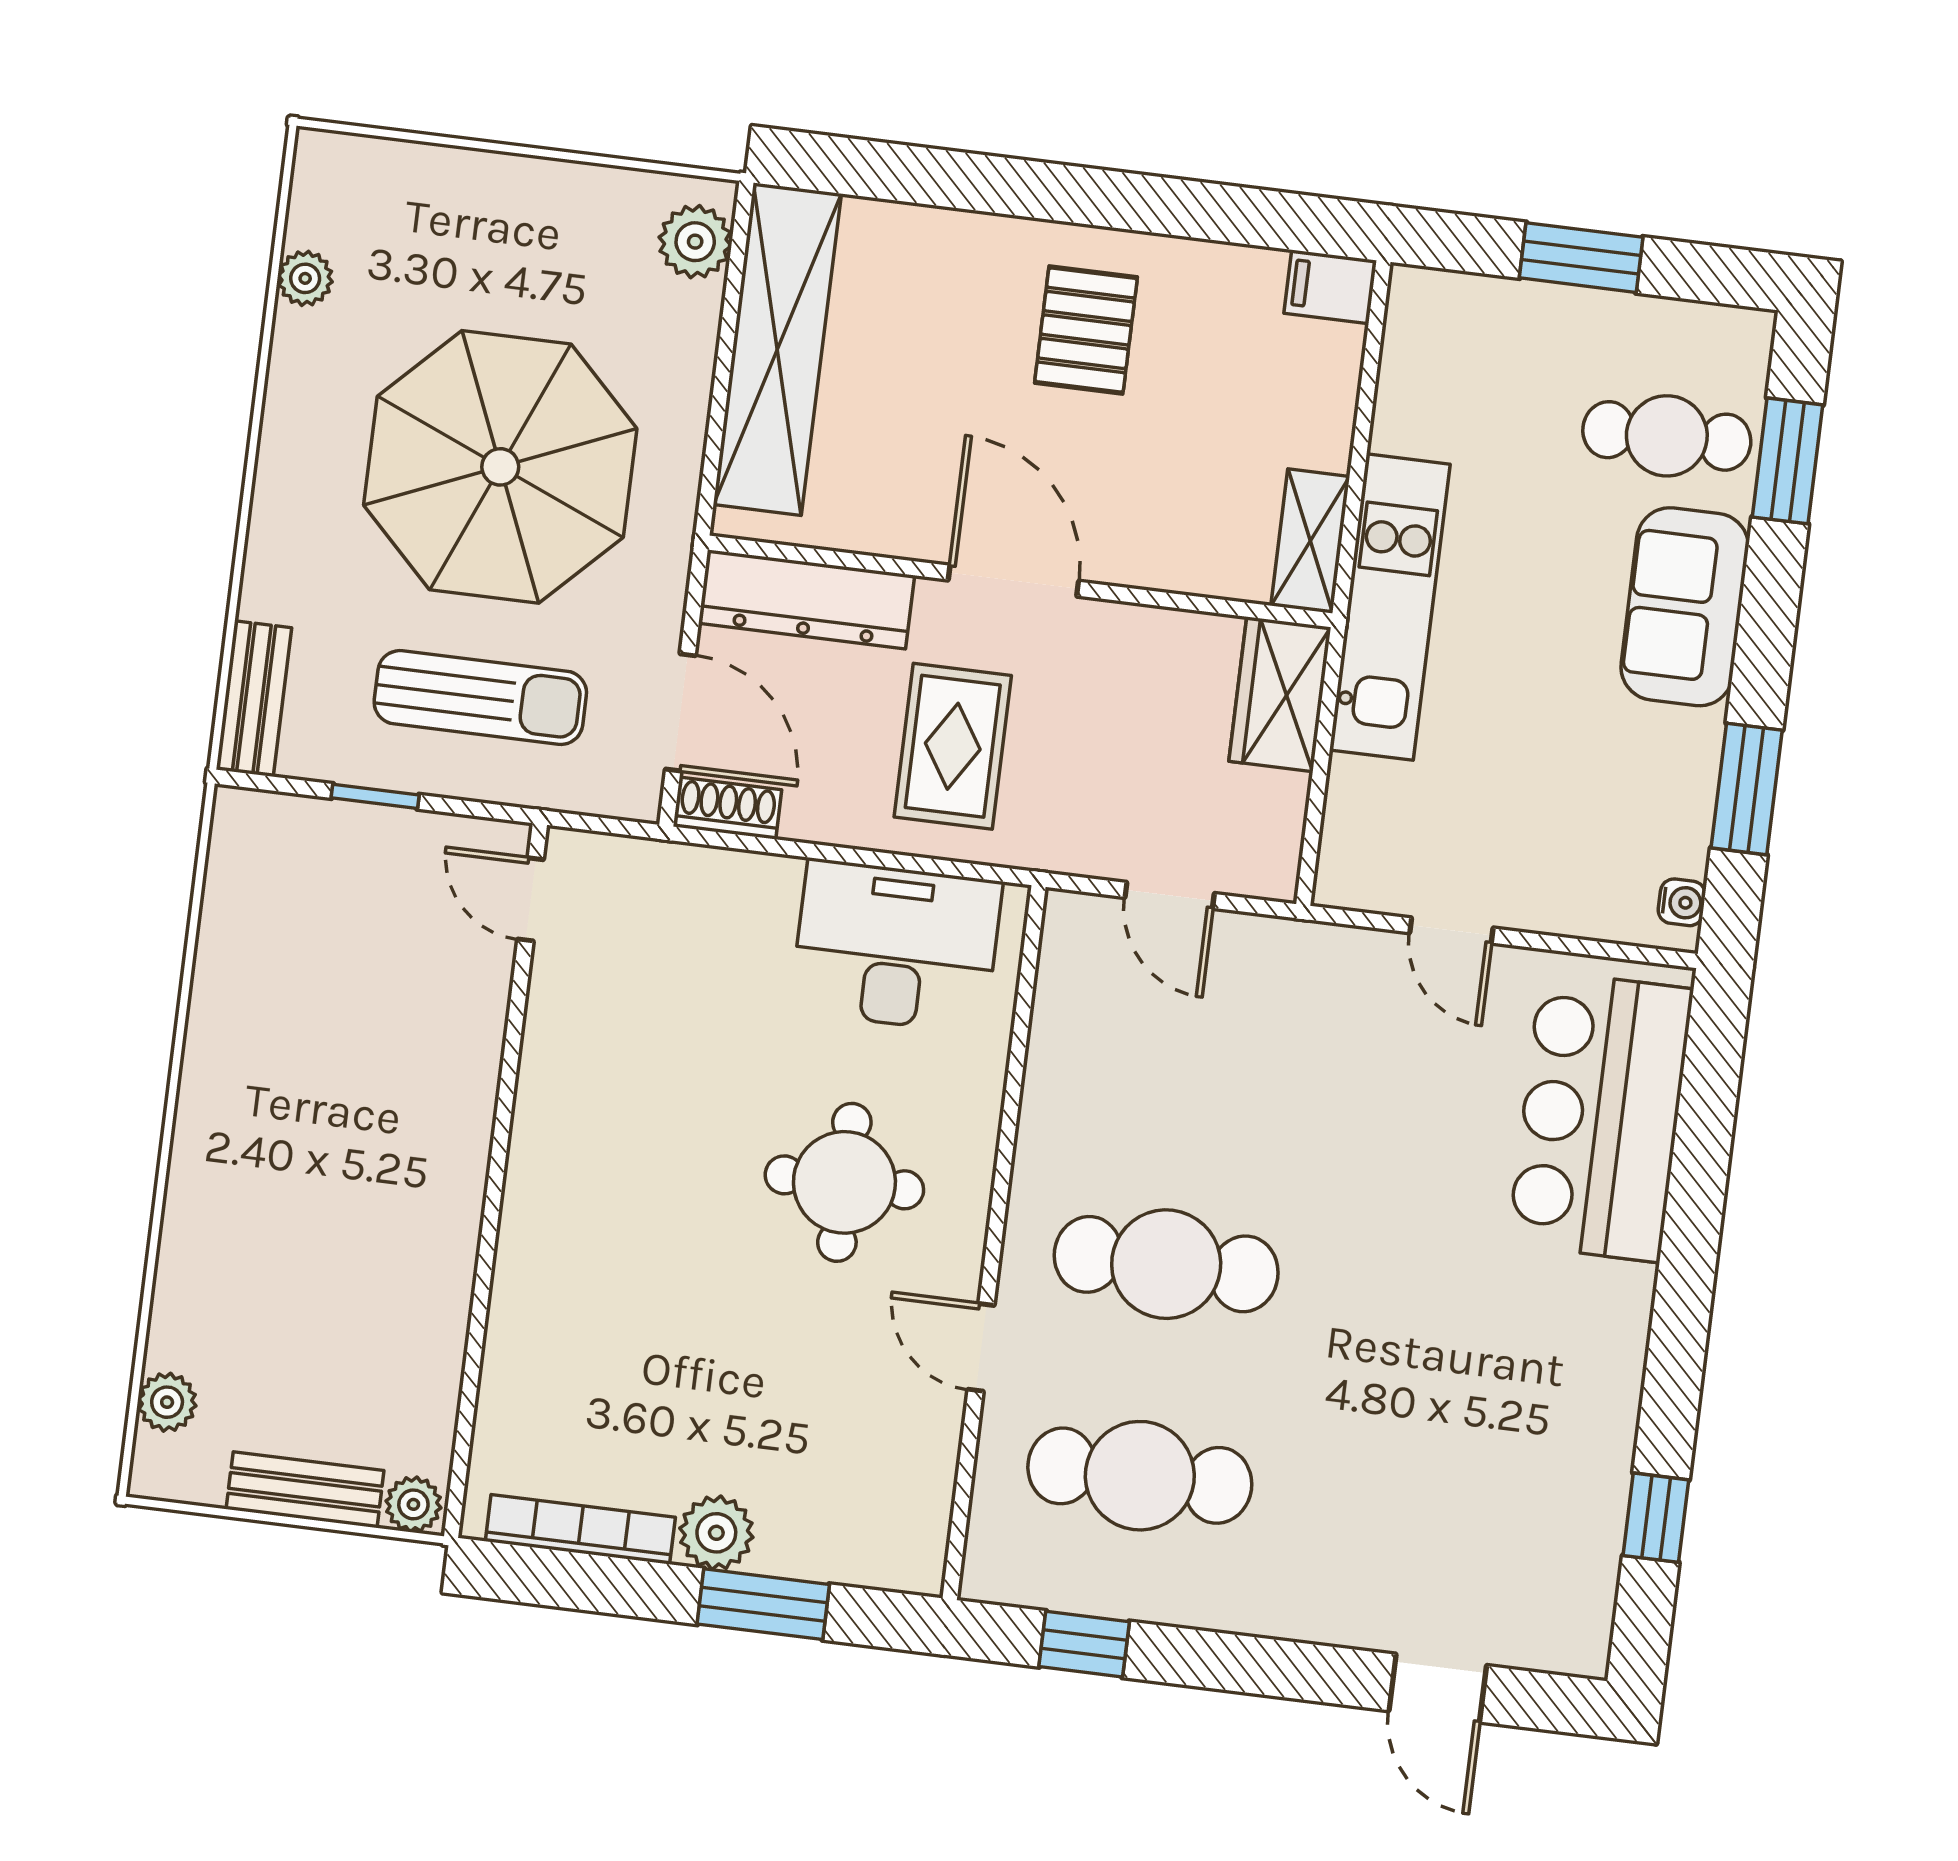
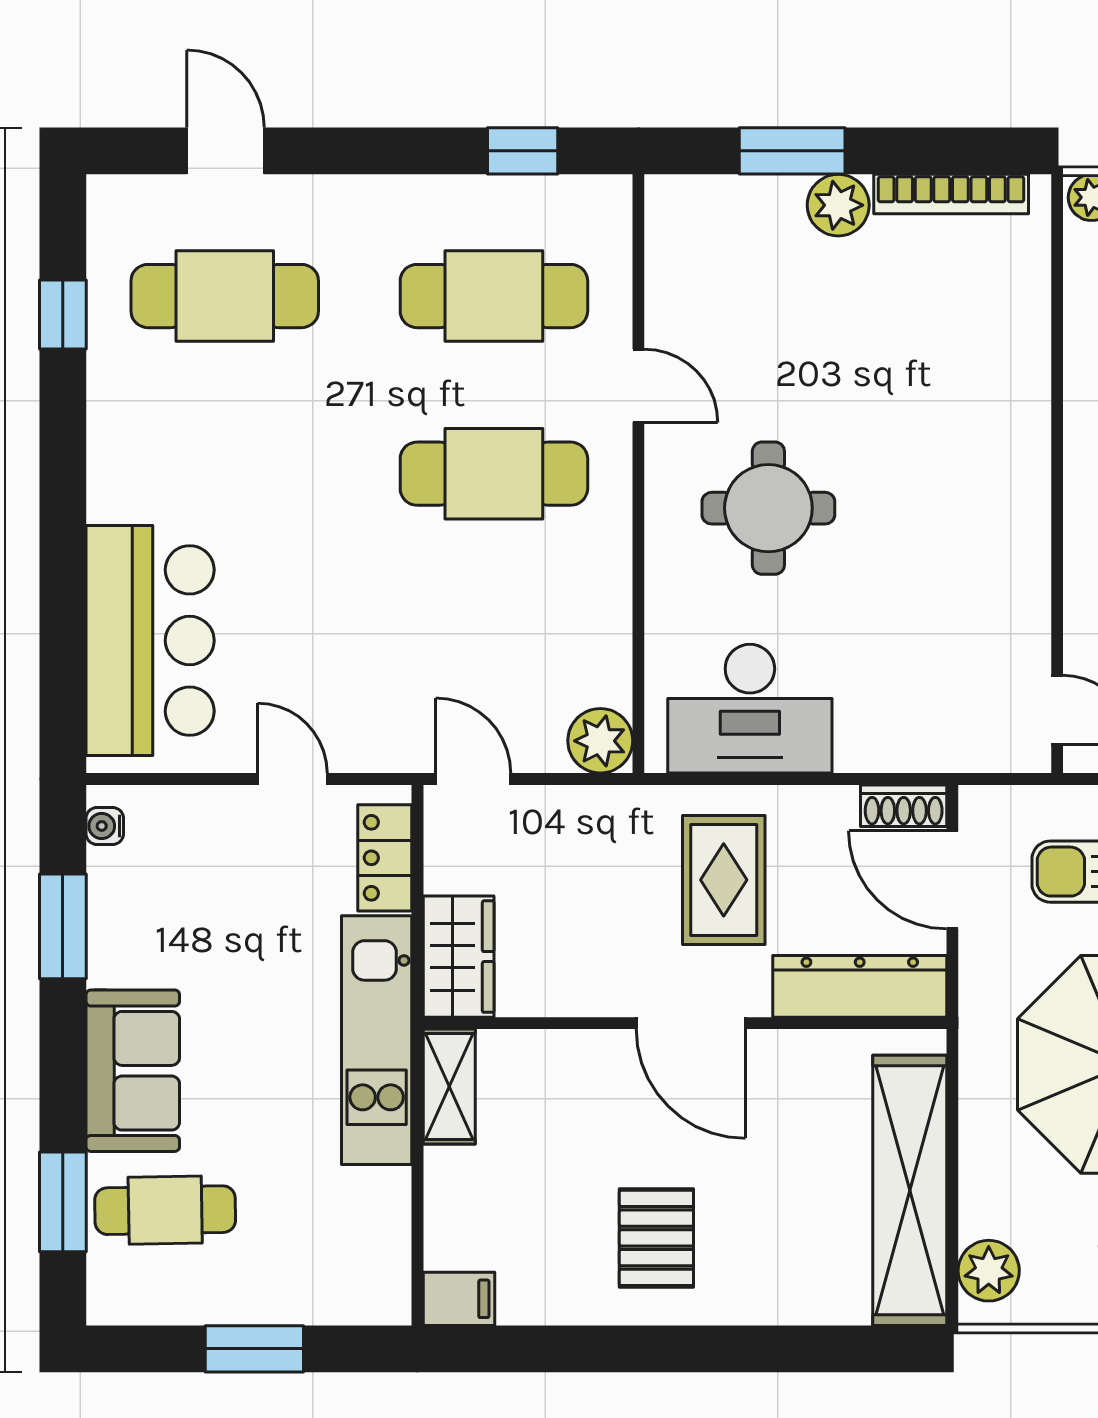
locker: (1353, 823) -> (385, 858), added
door: (1170, 895) -> (473, 779), moved
plant: (1079, 930) -> (600, 741), added
cafe table: (1460, 1516) -> (225, 296), added

